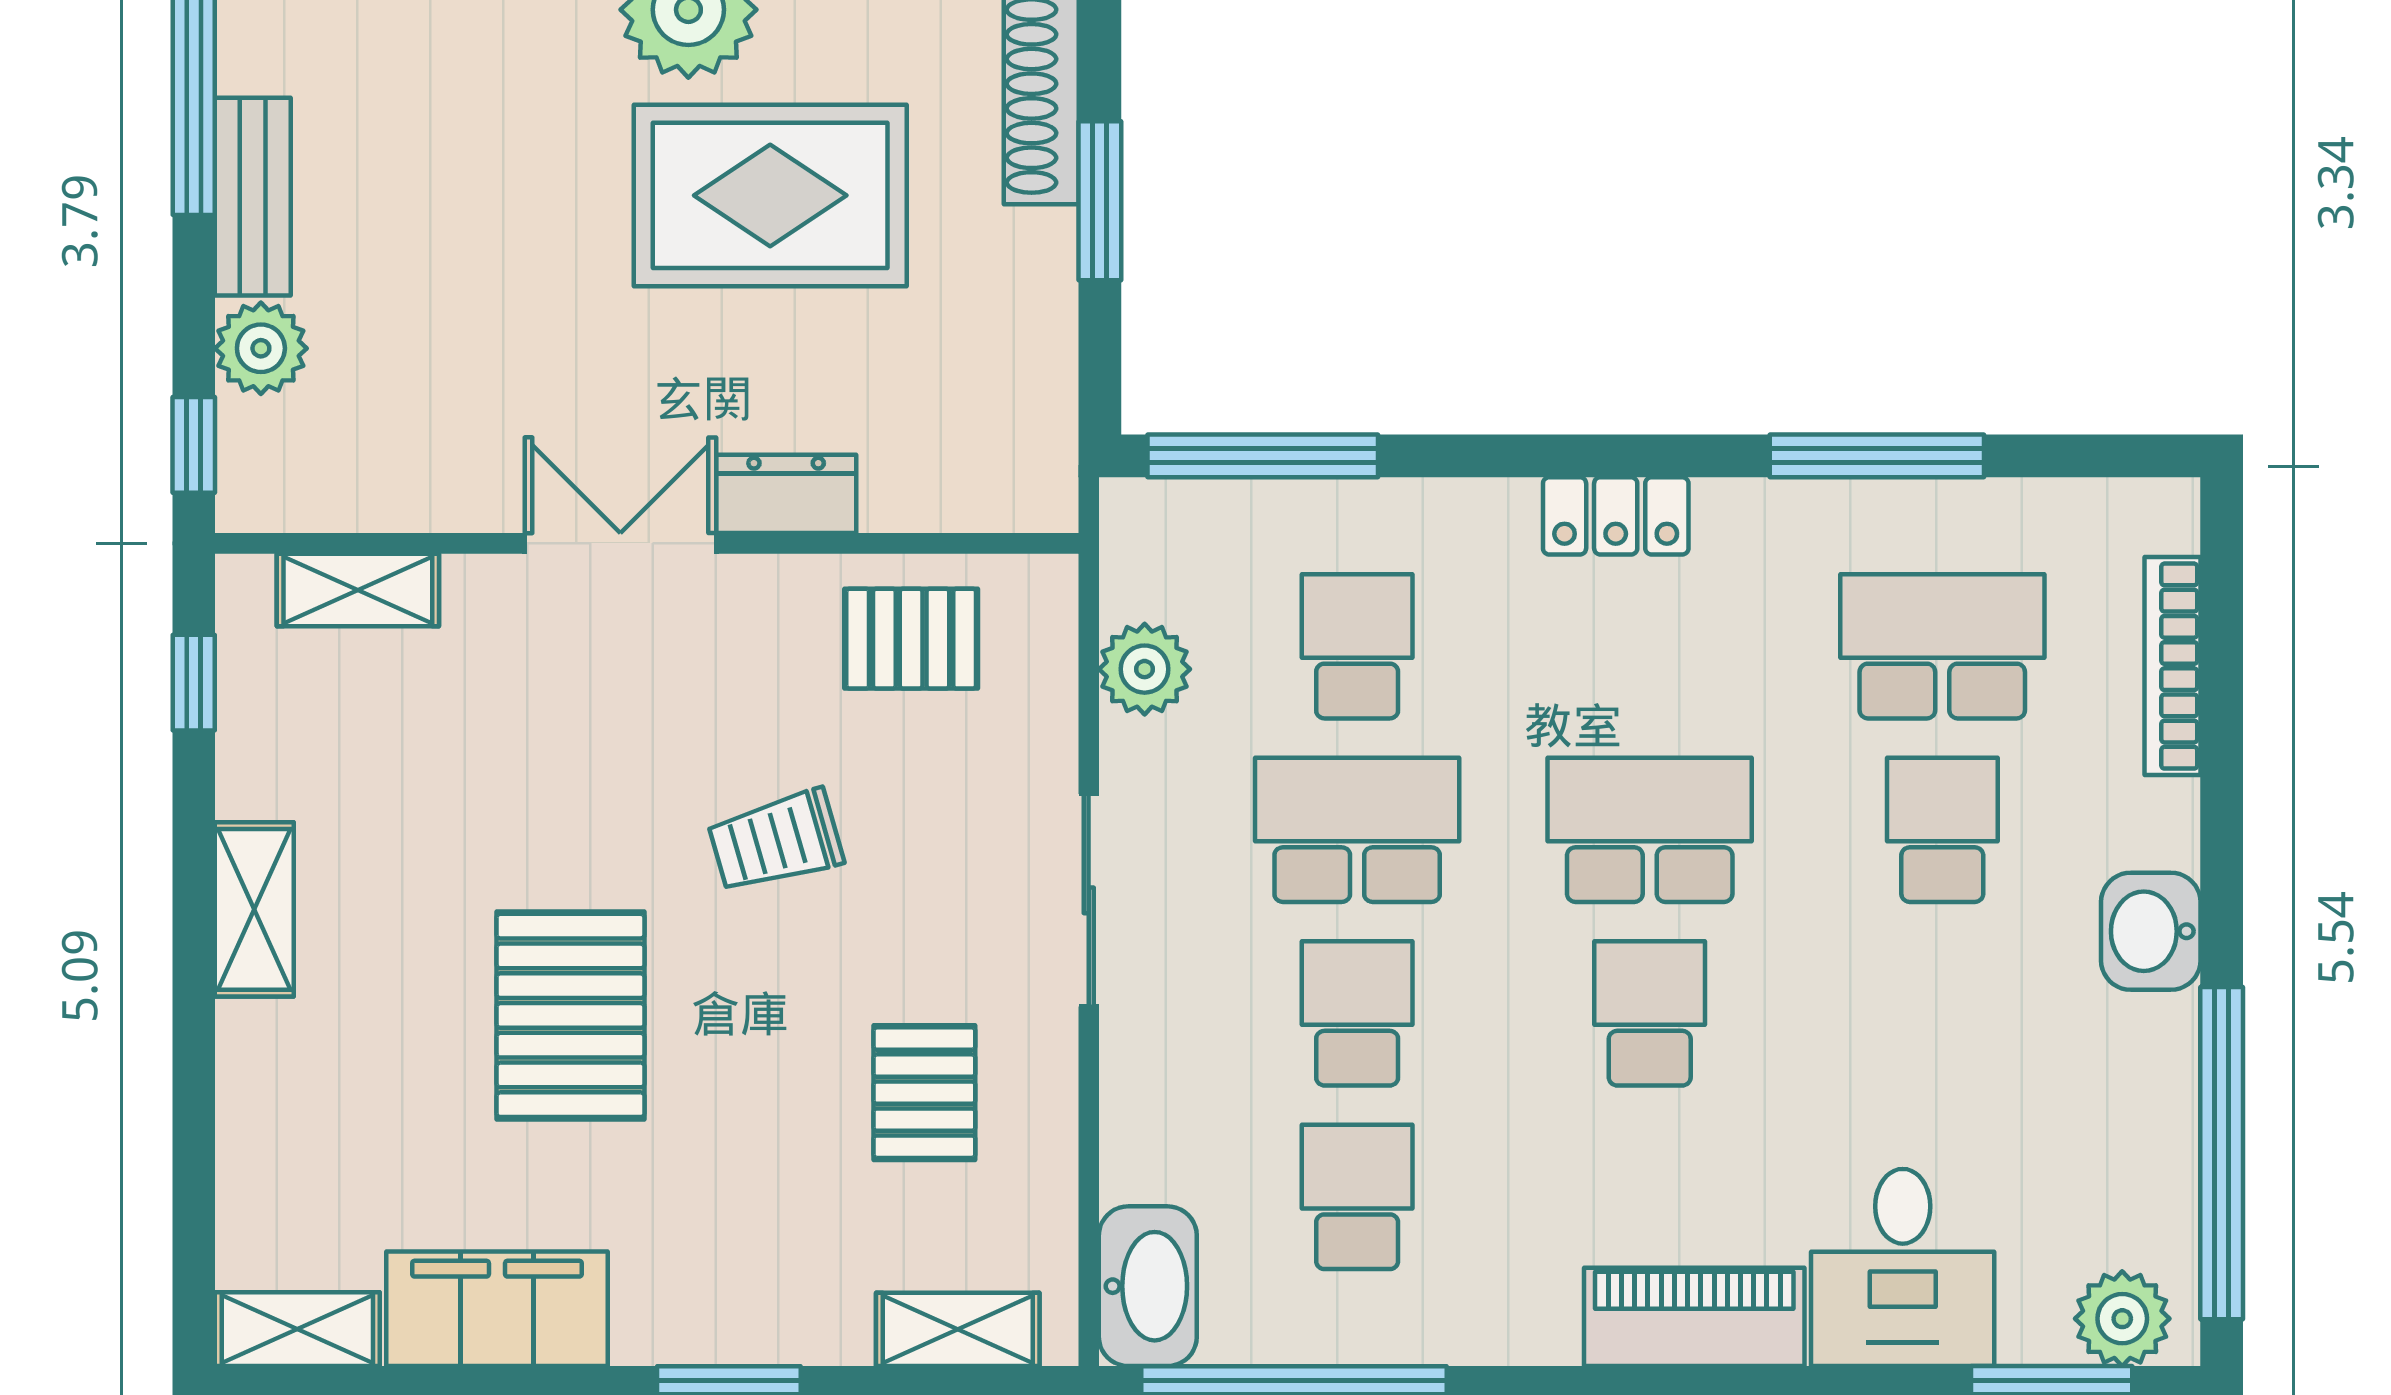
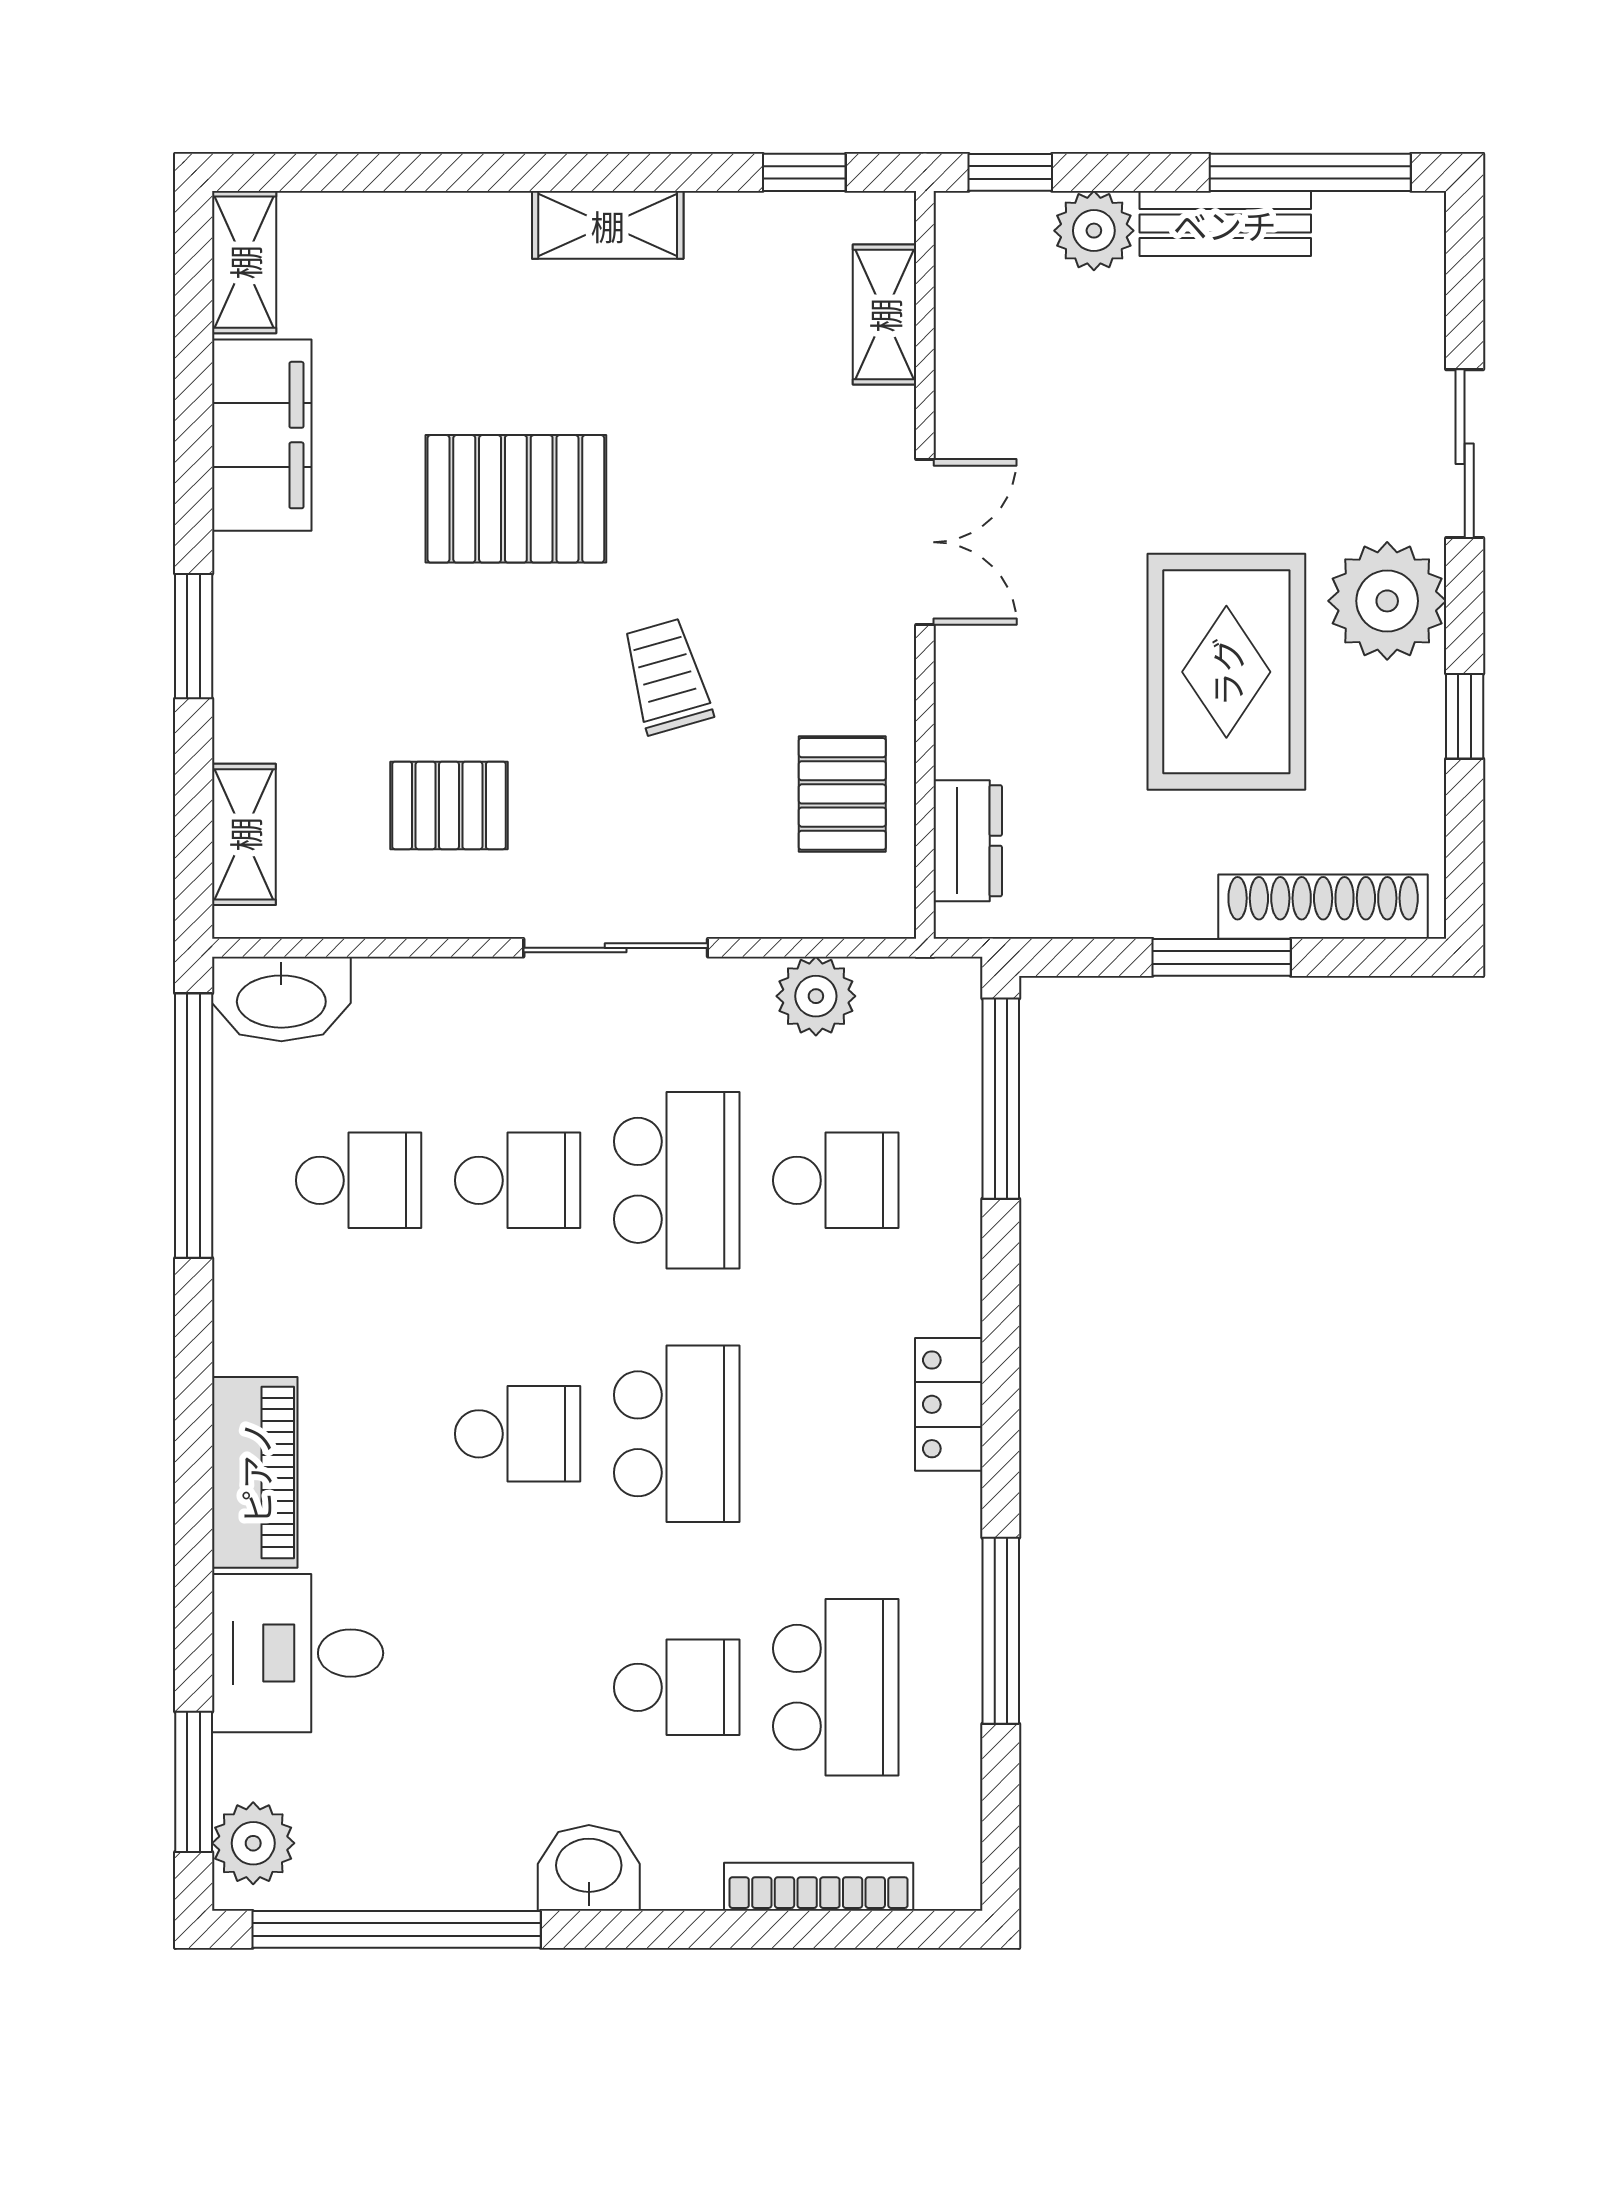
dresser: (786, 494) -> (968, 841), moved

